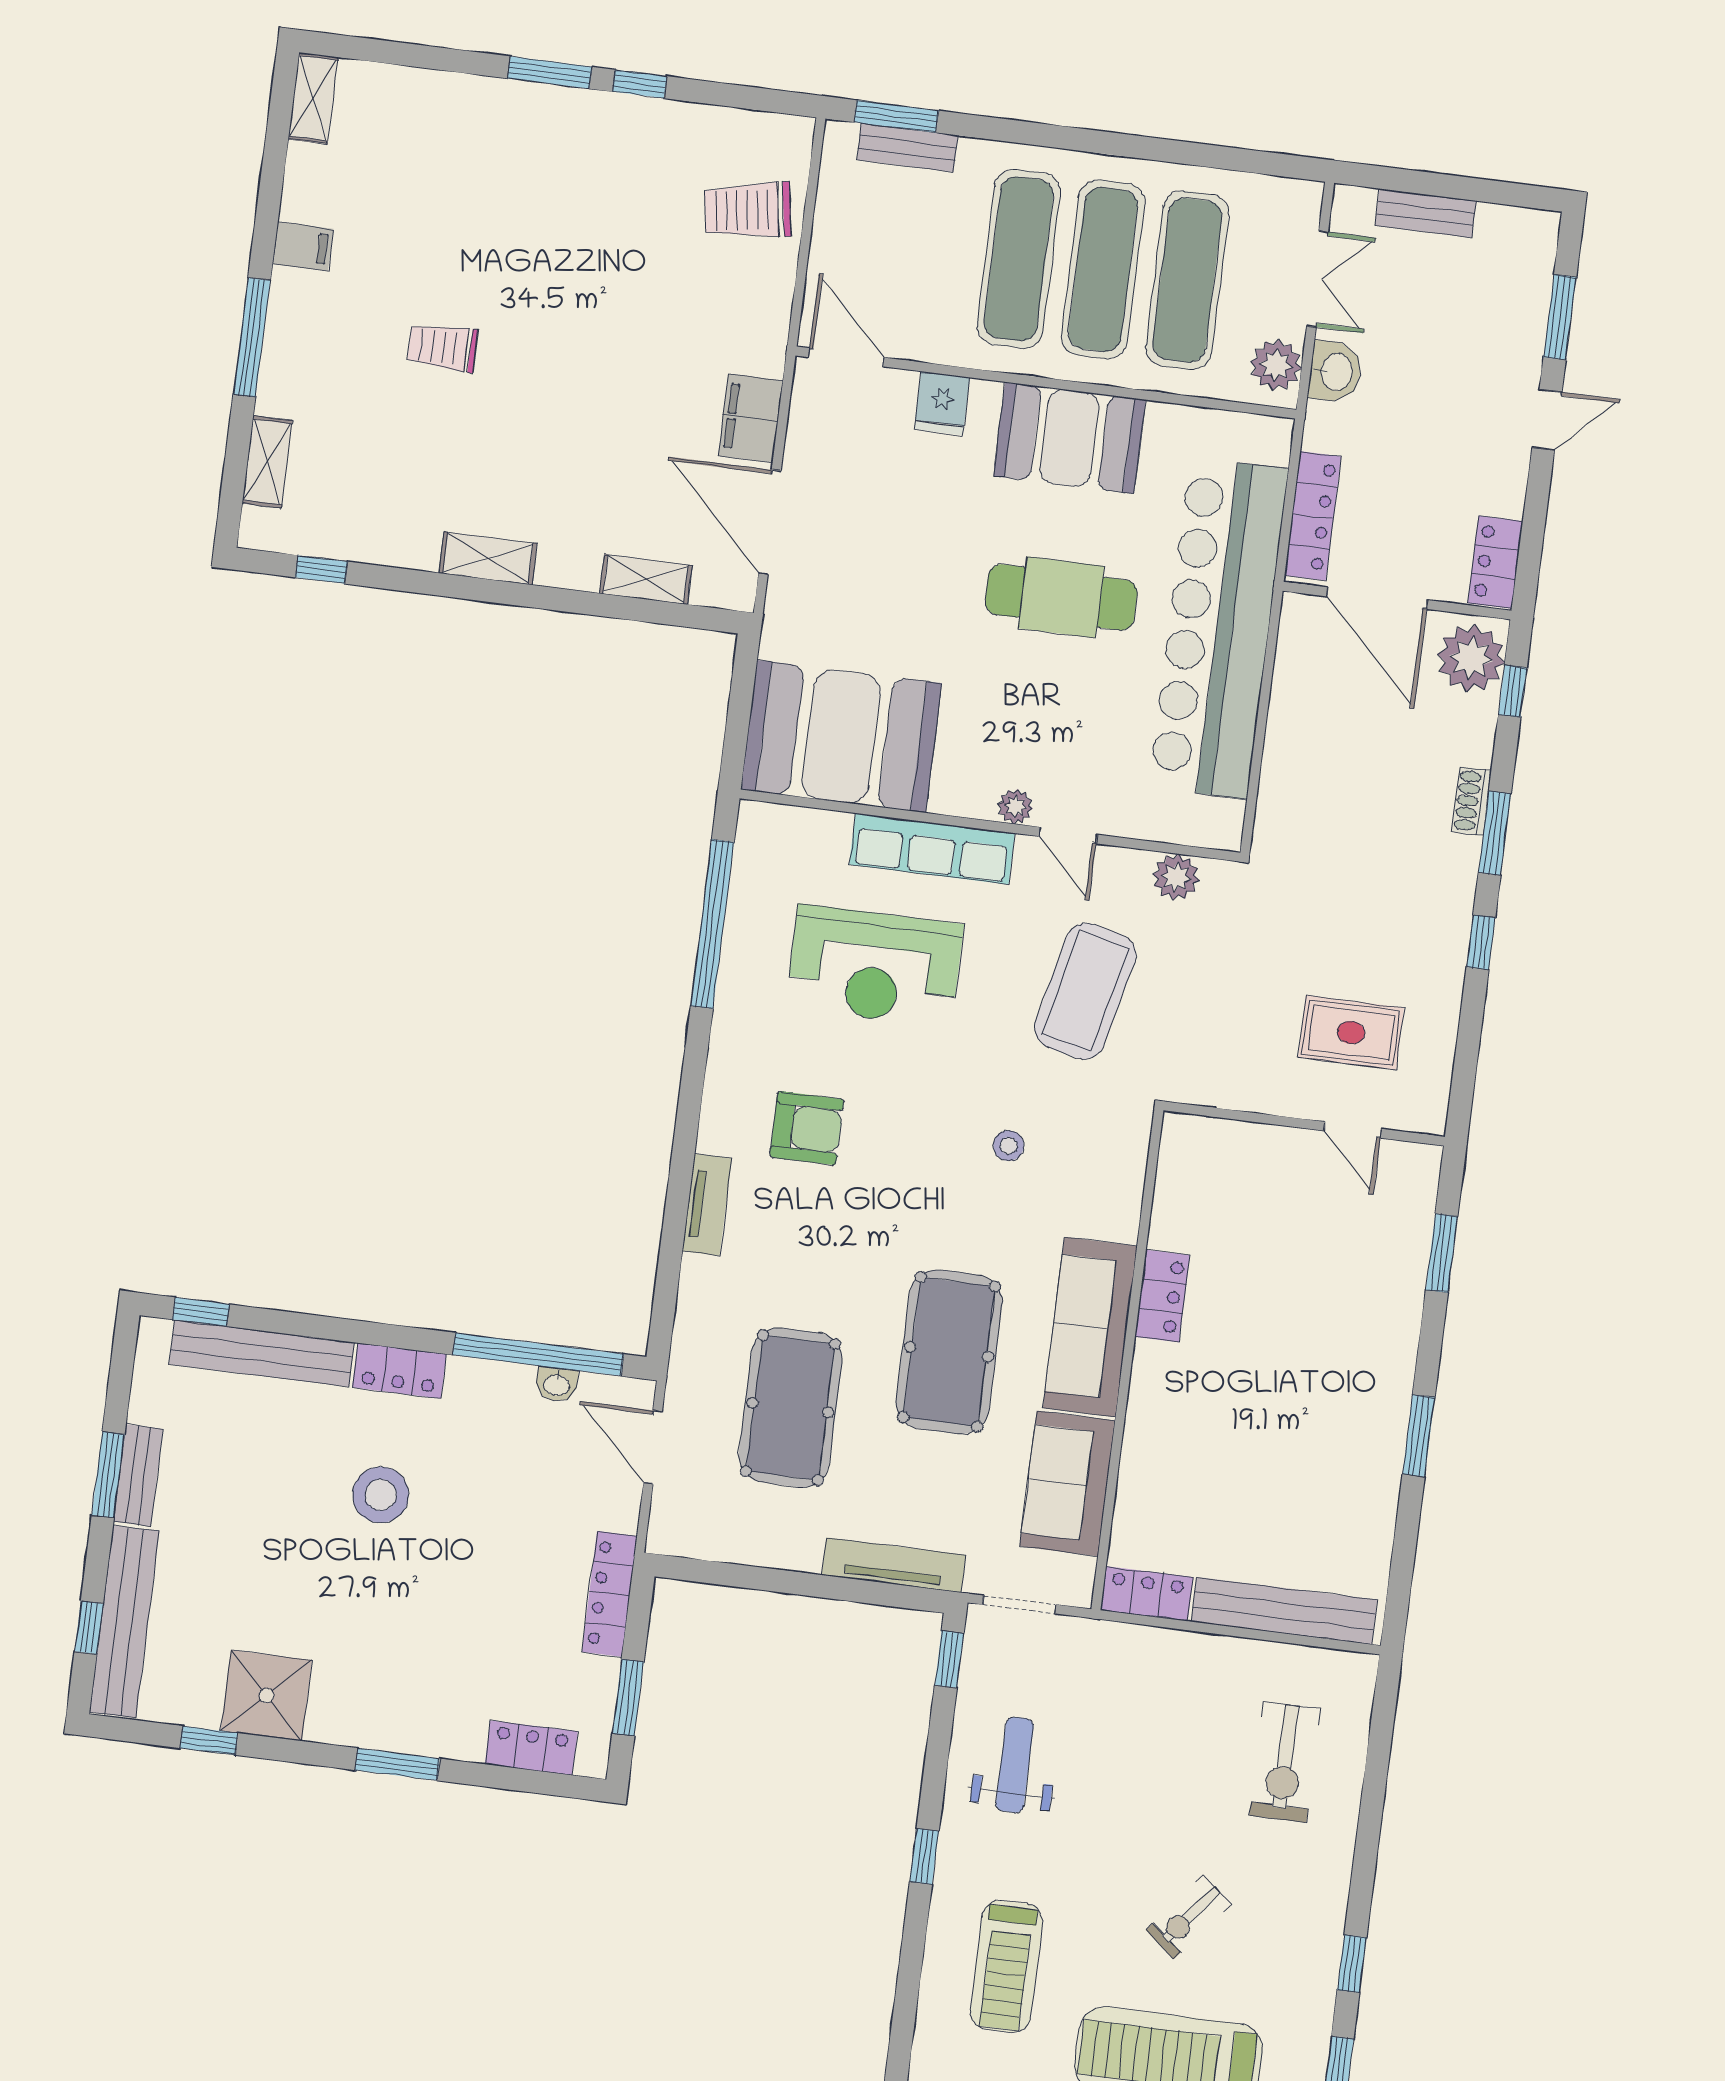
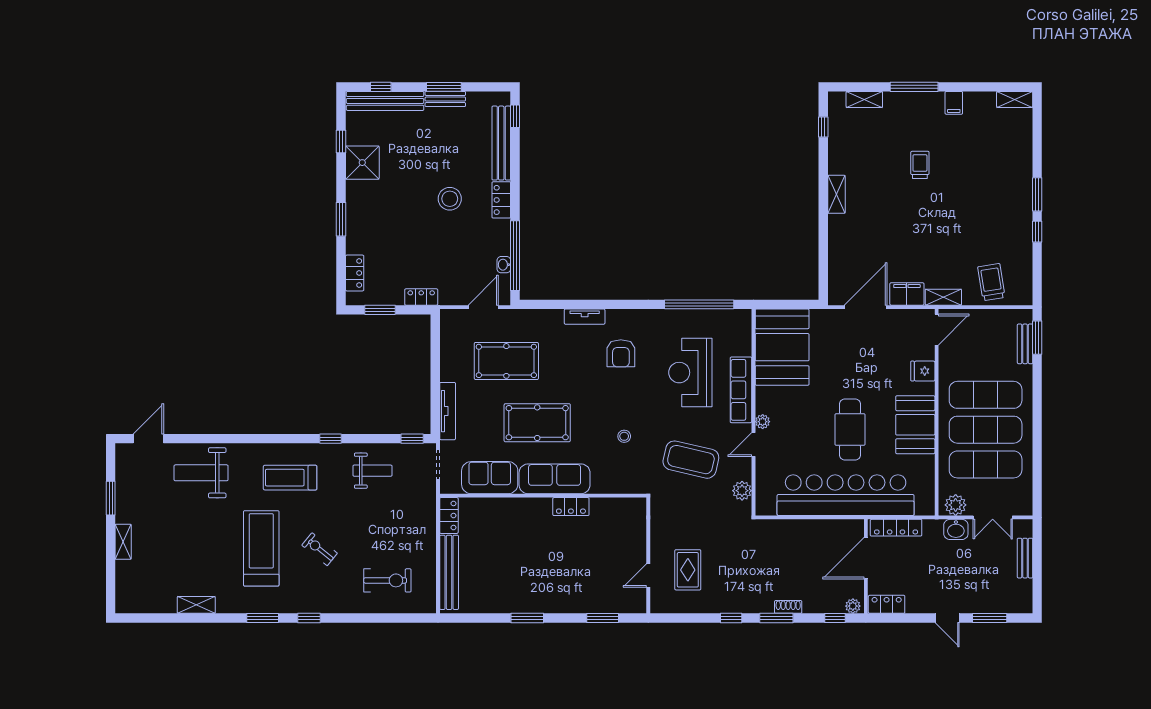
shelving: (646, 579) -> (943, 297), moved, turned 90
plant: (1471, 658) -> (853, 606), width x0.53, depth x0.53
locker: (610, 1594) -> (421, 297), width x0.66
exercise bike: (1285, 1762) -> (387, 580), turned 180

